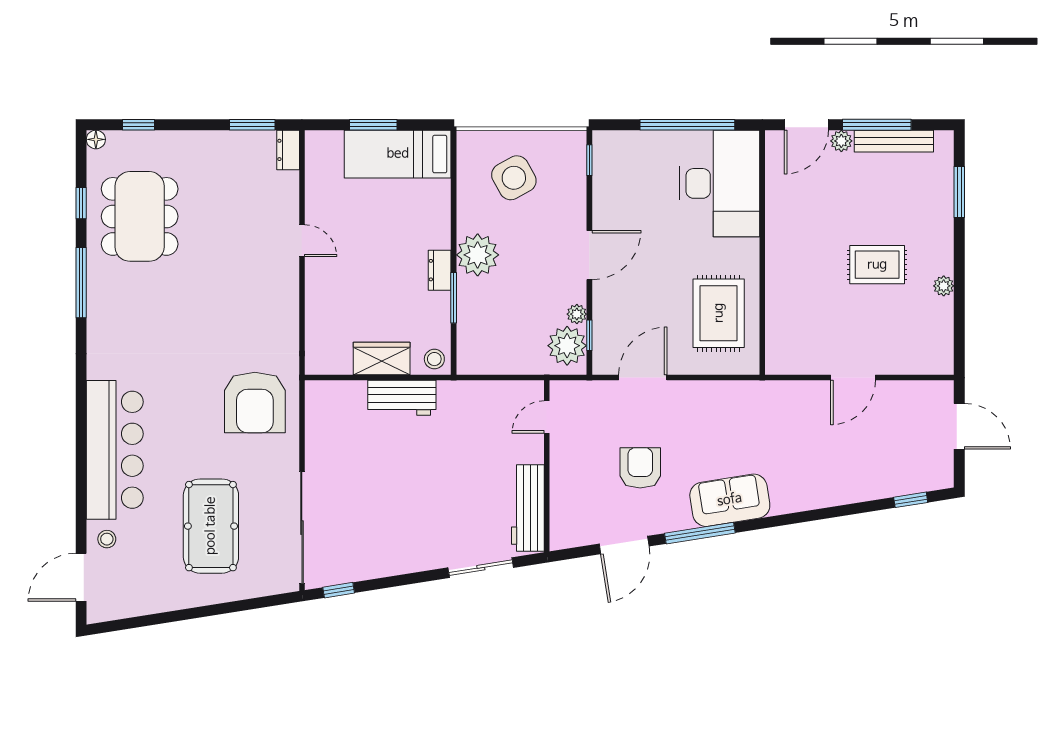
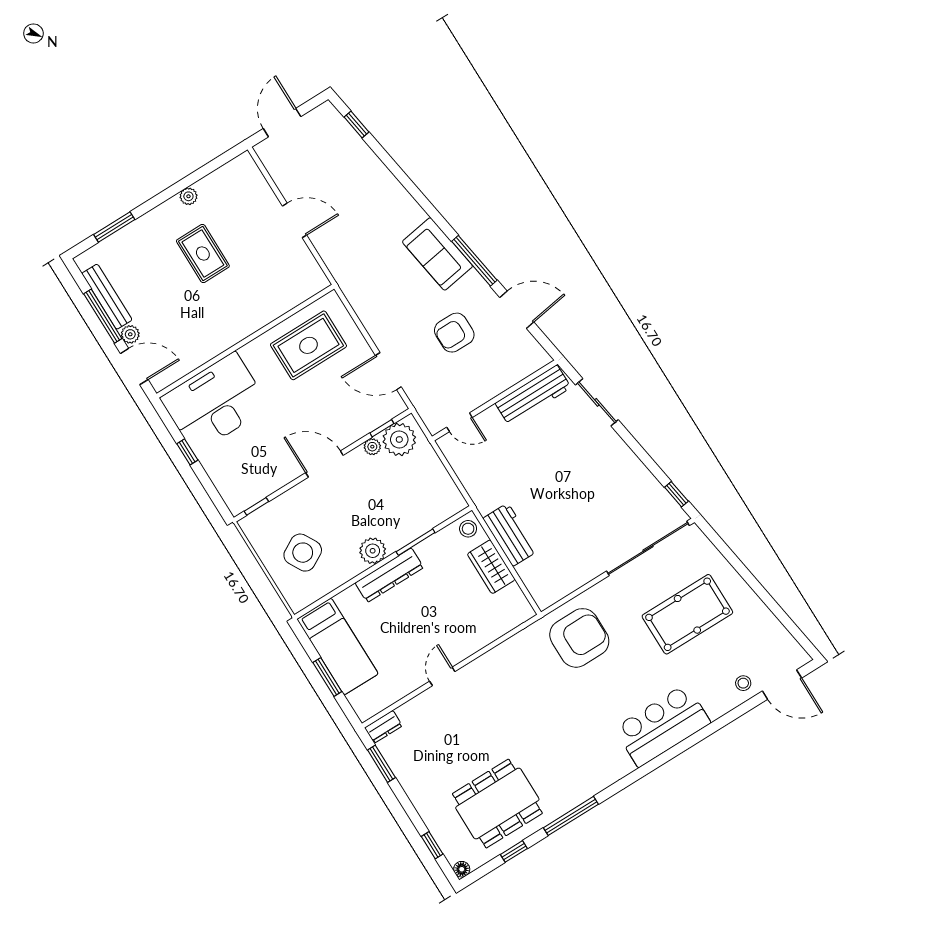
window: (687, 125) -> (187, 452), width x0.32
plant: (478, 255) -> (373, 551), width x0.73, depth x0.73
dresser: (440, 270) -> (389, 575), width x1.96, depth x1.24
bar counter: (115, 450) -> (662, 726), width x0.73

